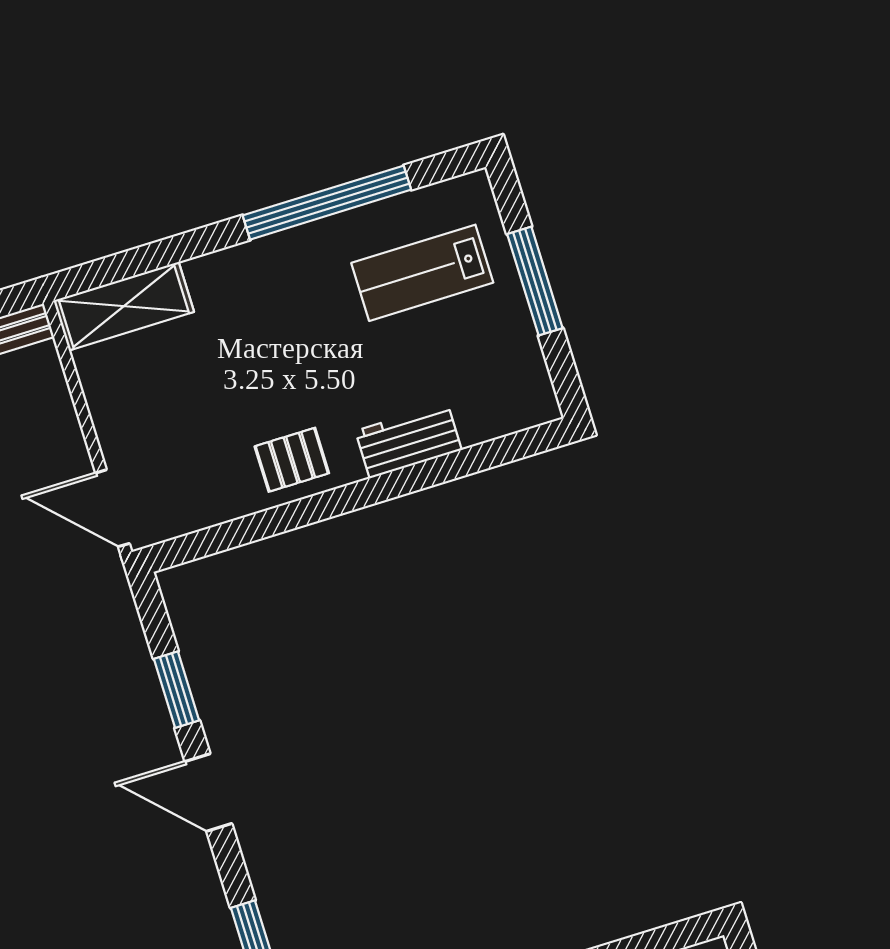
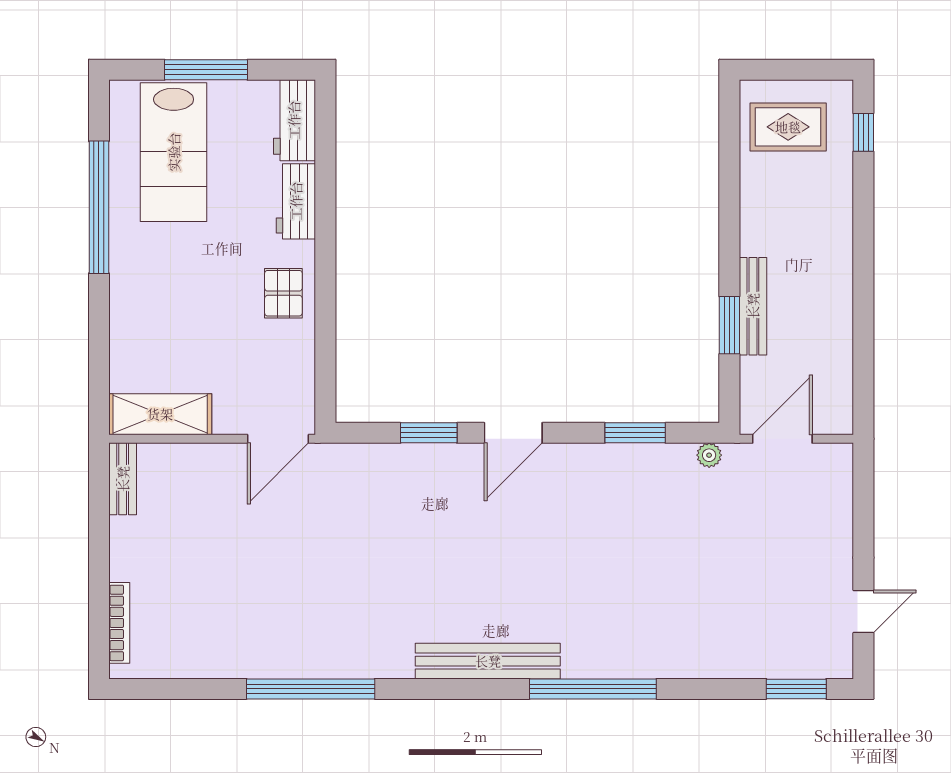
lab bench: (422, 273) -> (174, 152), width x1.36, depth x1.39
shelving: (124, 306) -> (160, 414), moved, turned 90
workbench: (507, 408) -> (294, 120), added

